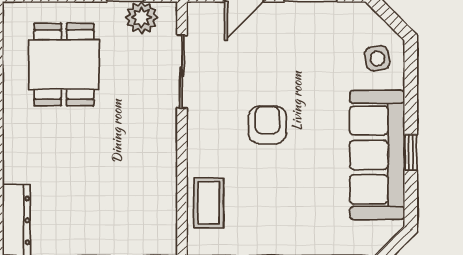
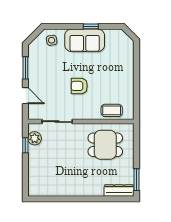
dining table: (64, 65) -> (105, 145), moved
sofa: (377, 155) -> (85, 40), width x0.73

